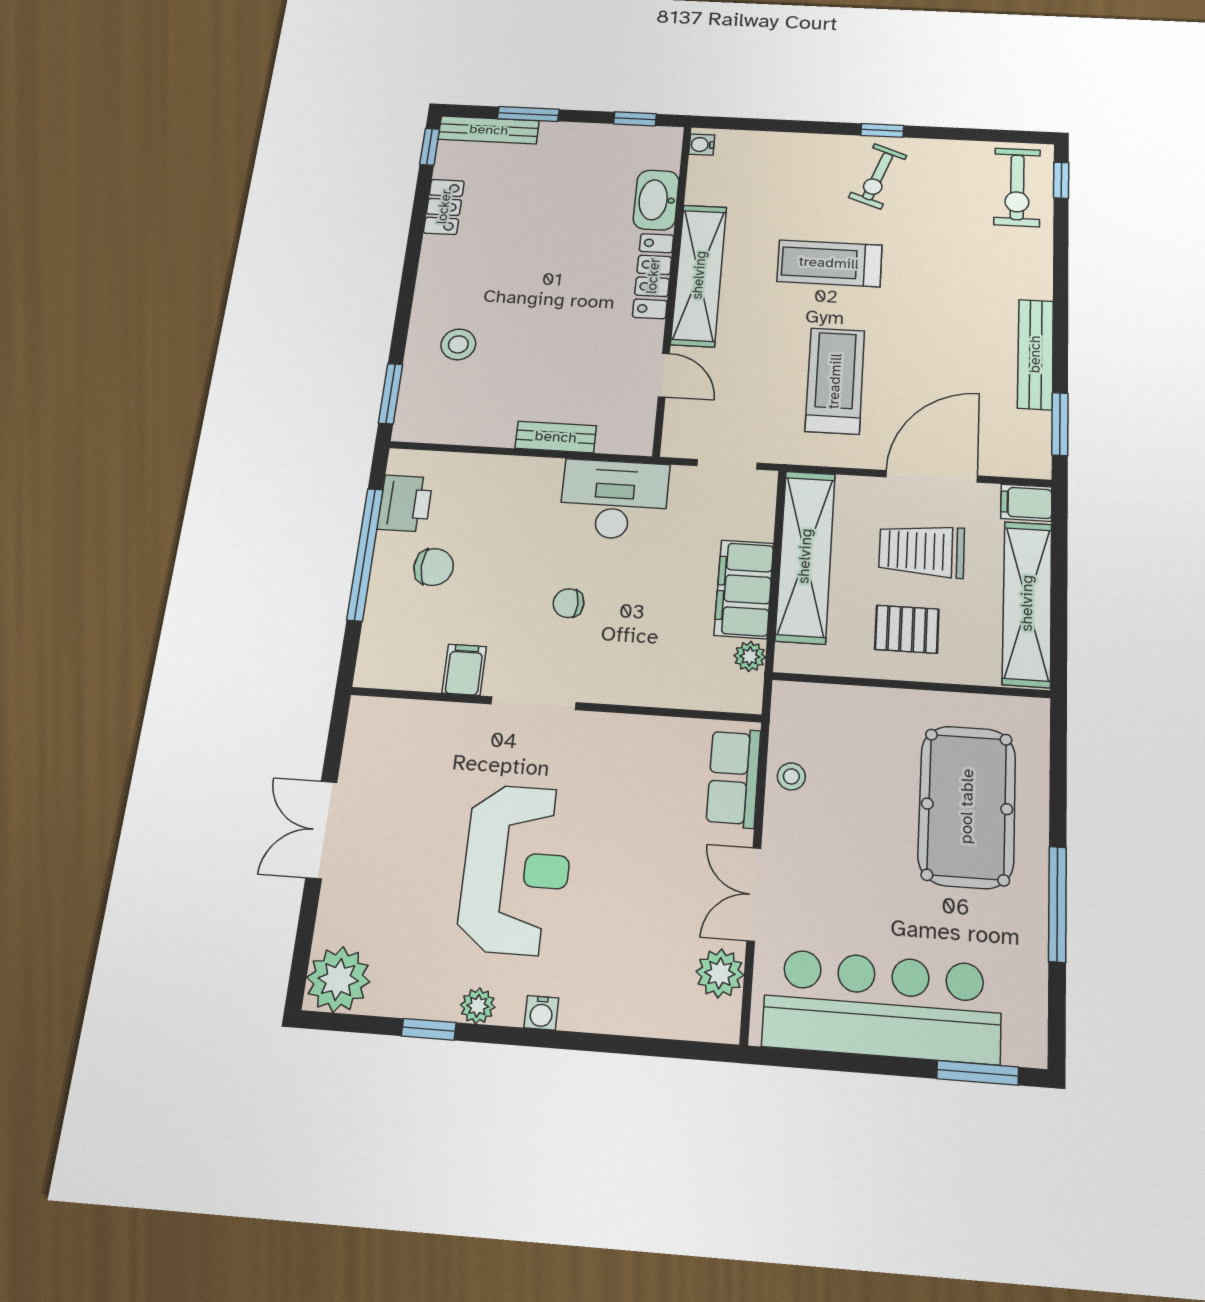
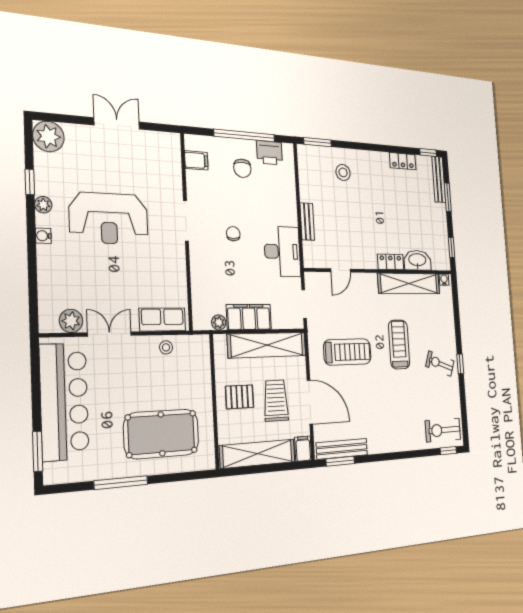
shelving: (699, 275) -> (409, 283), moved
locker: (653, 276) -> (391, 262), width x0.66
bench: (1035, 354) -> (342, 449), moved
pallet: (907, 629) -> (239, 397), turned 90
filing cabinet: (464, 670) -> (196, 160), moved

